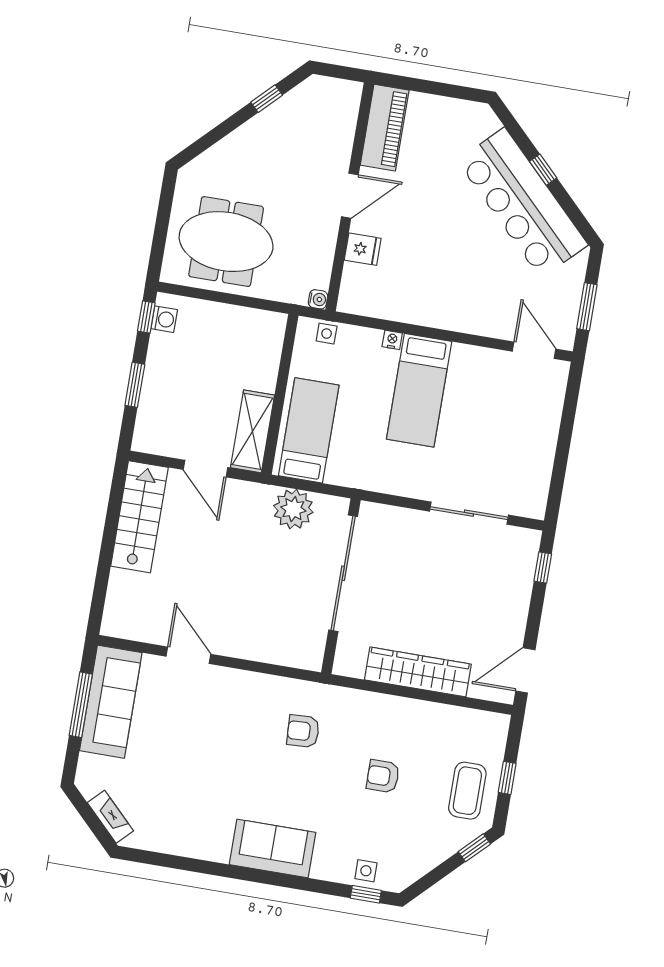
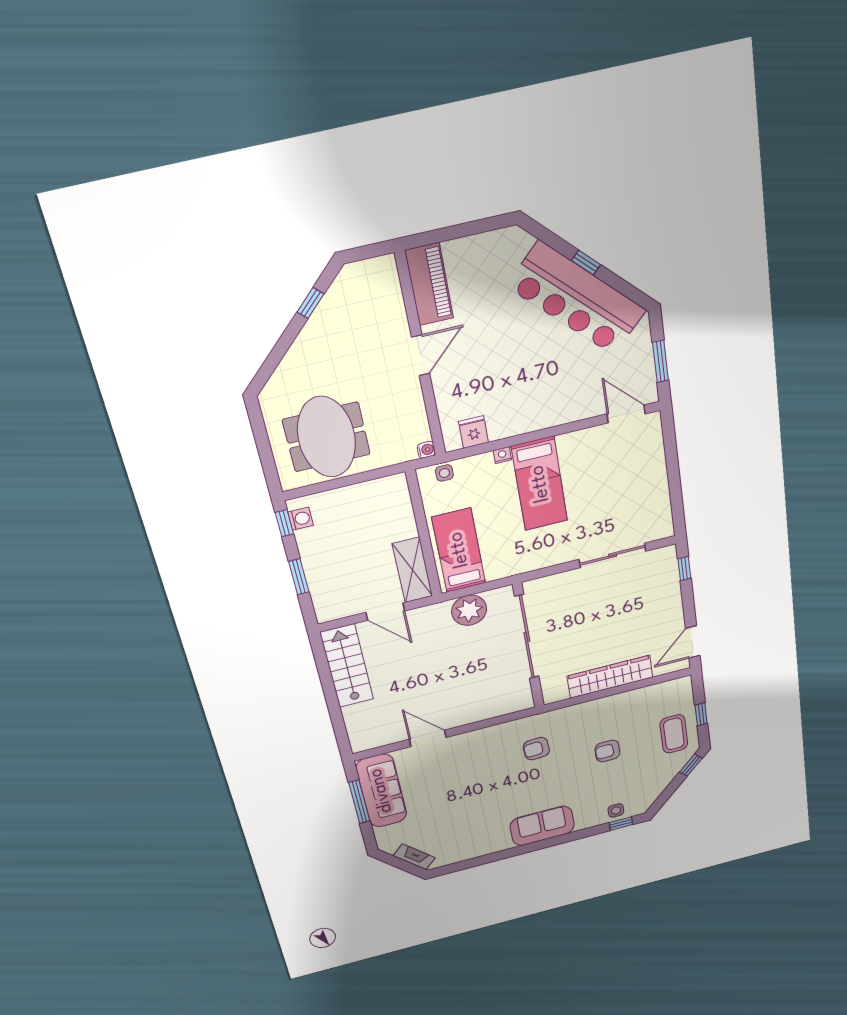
meeting table: (226, 242) -> (327, 437), turned 90
fridge: (363, 249) -> (474, 432), moved, turned -90

